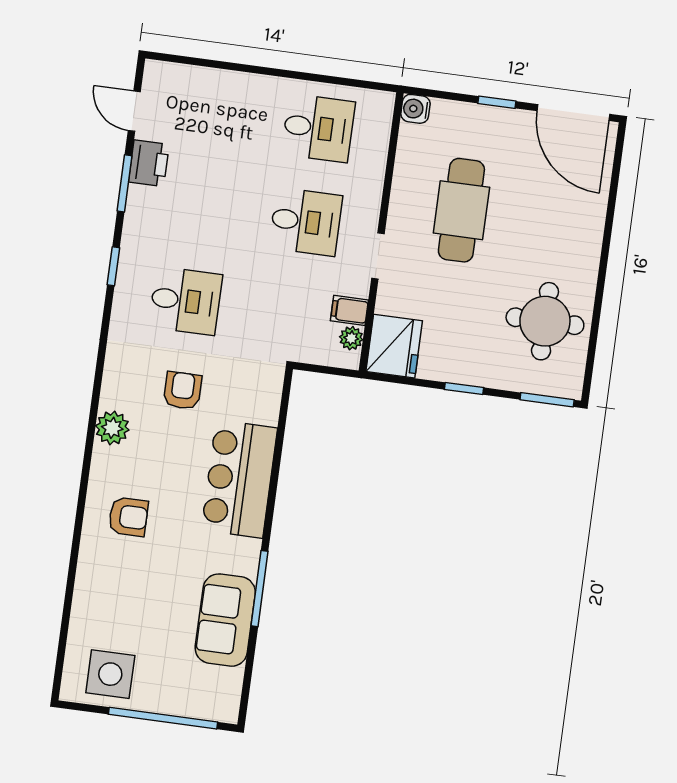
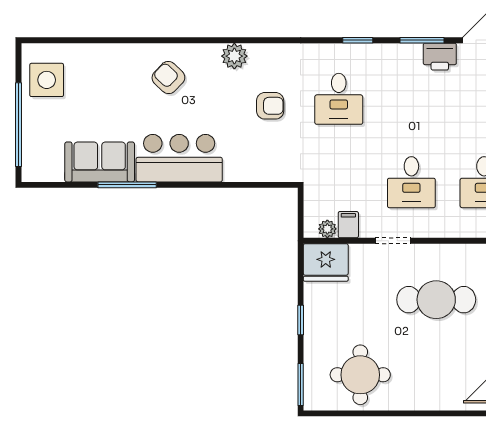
bar counter: (239, 479) -> (179, 158), moved
armchair: (128, 517) -> (168, 78), turned 134

